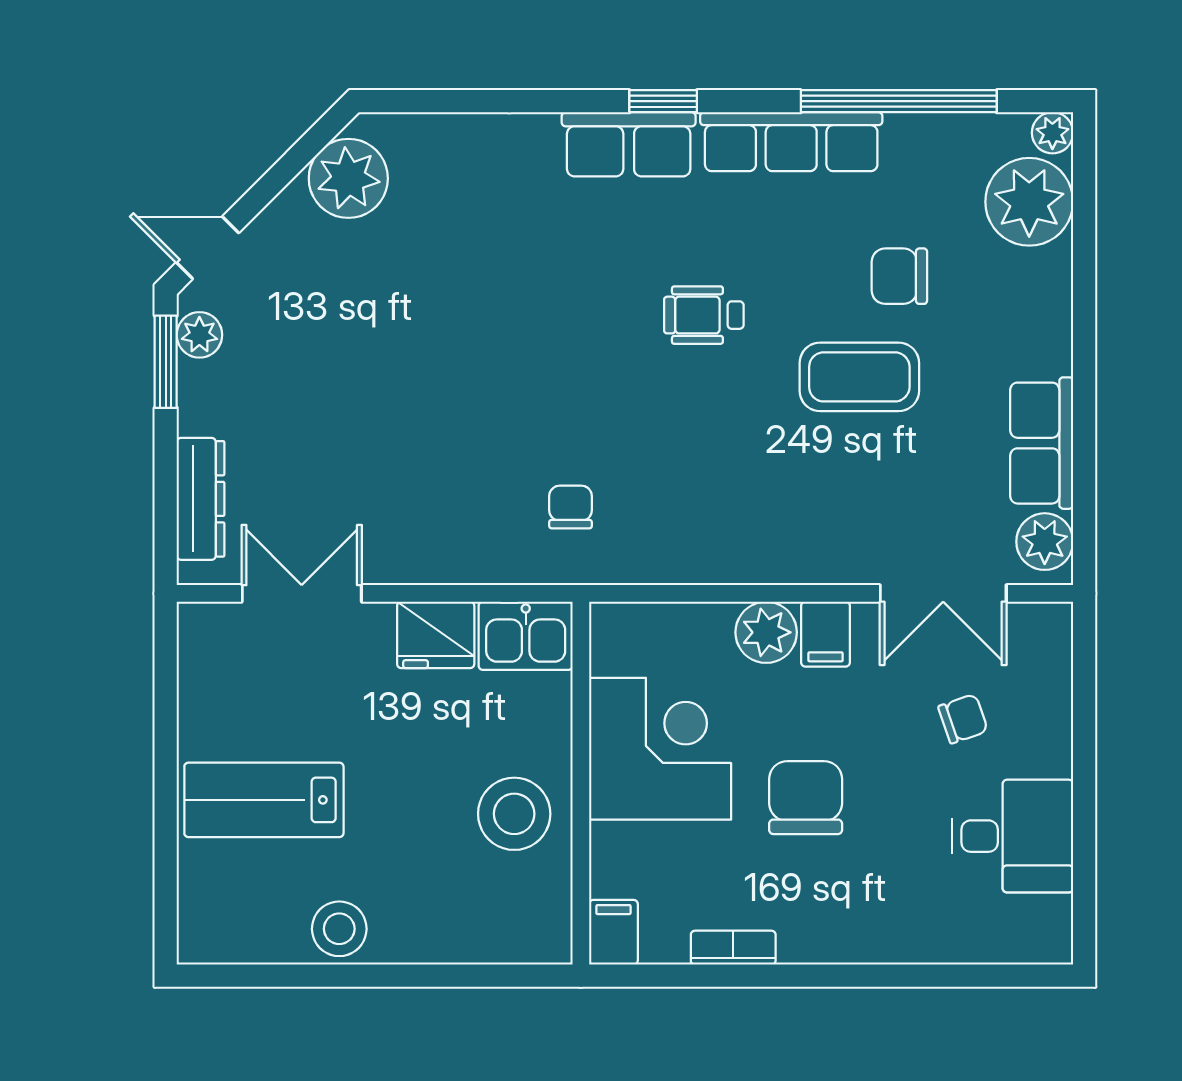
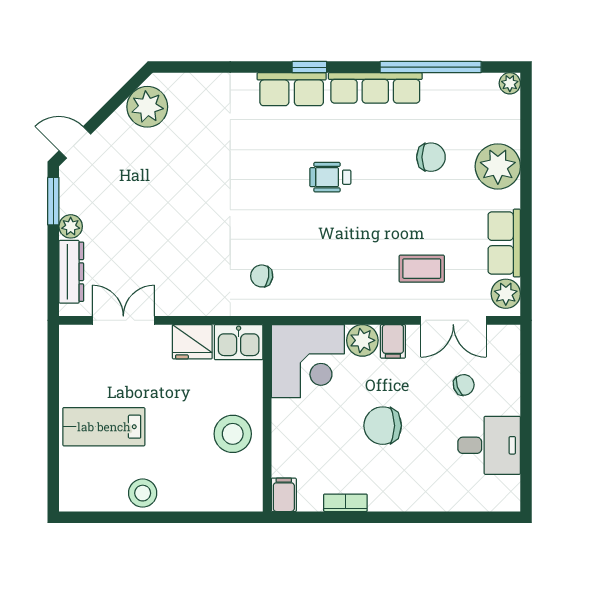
plant: (1029, 202) -> (498, 166), moved
chair: (899, 276) -> (431, 157), turned 180
plant: (199, 335) -> (71, 226), moved
coffee table: (859, 377) -> (422, 269), moved, width x0.73, depth x0.77
chair: (571, 507) -> (262, 276), turned -81
corner desk: (660, 749) -> (308, 361), moved, turned 90
chair: (806, 798) -> (383, 426), turned -90

